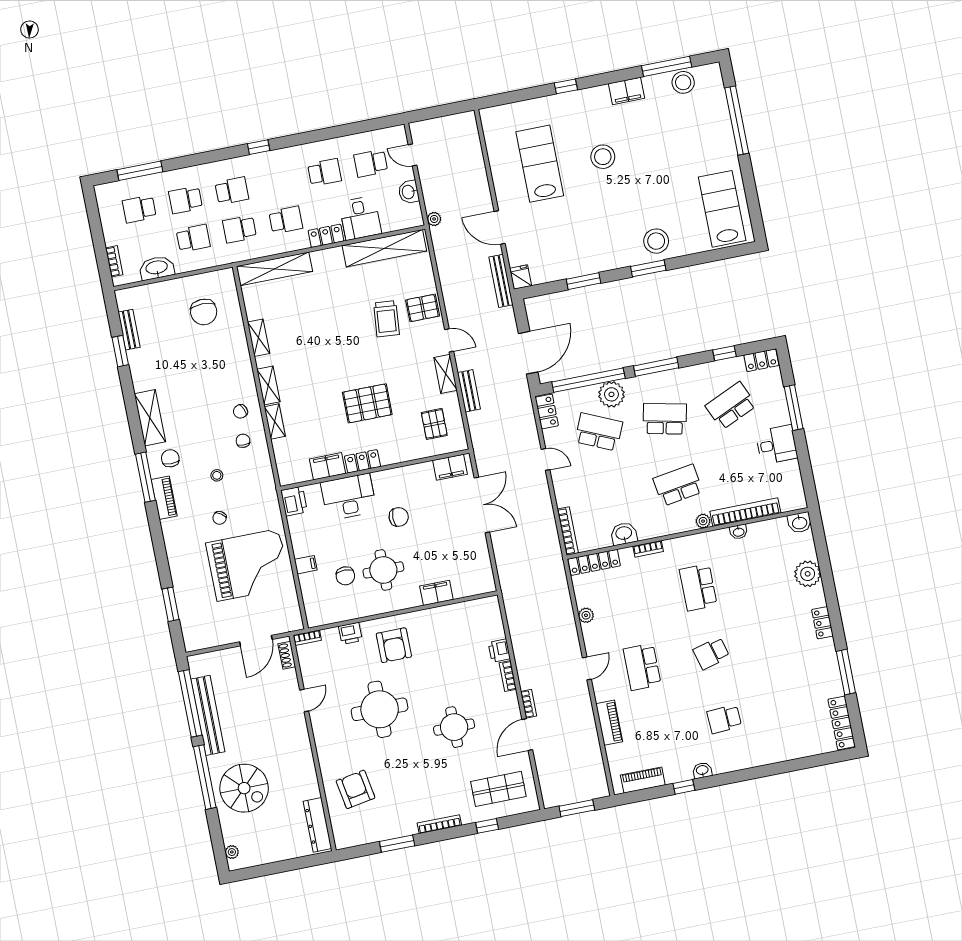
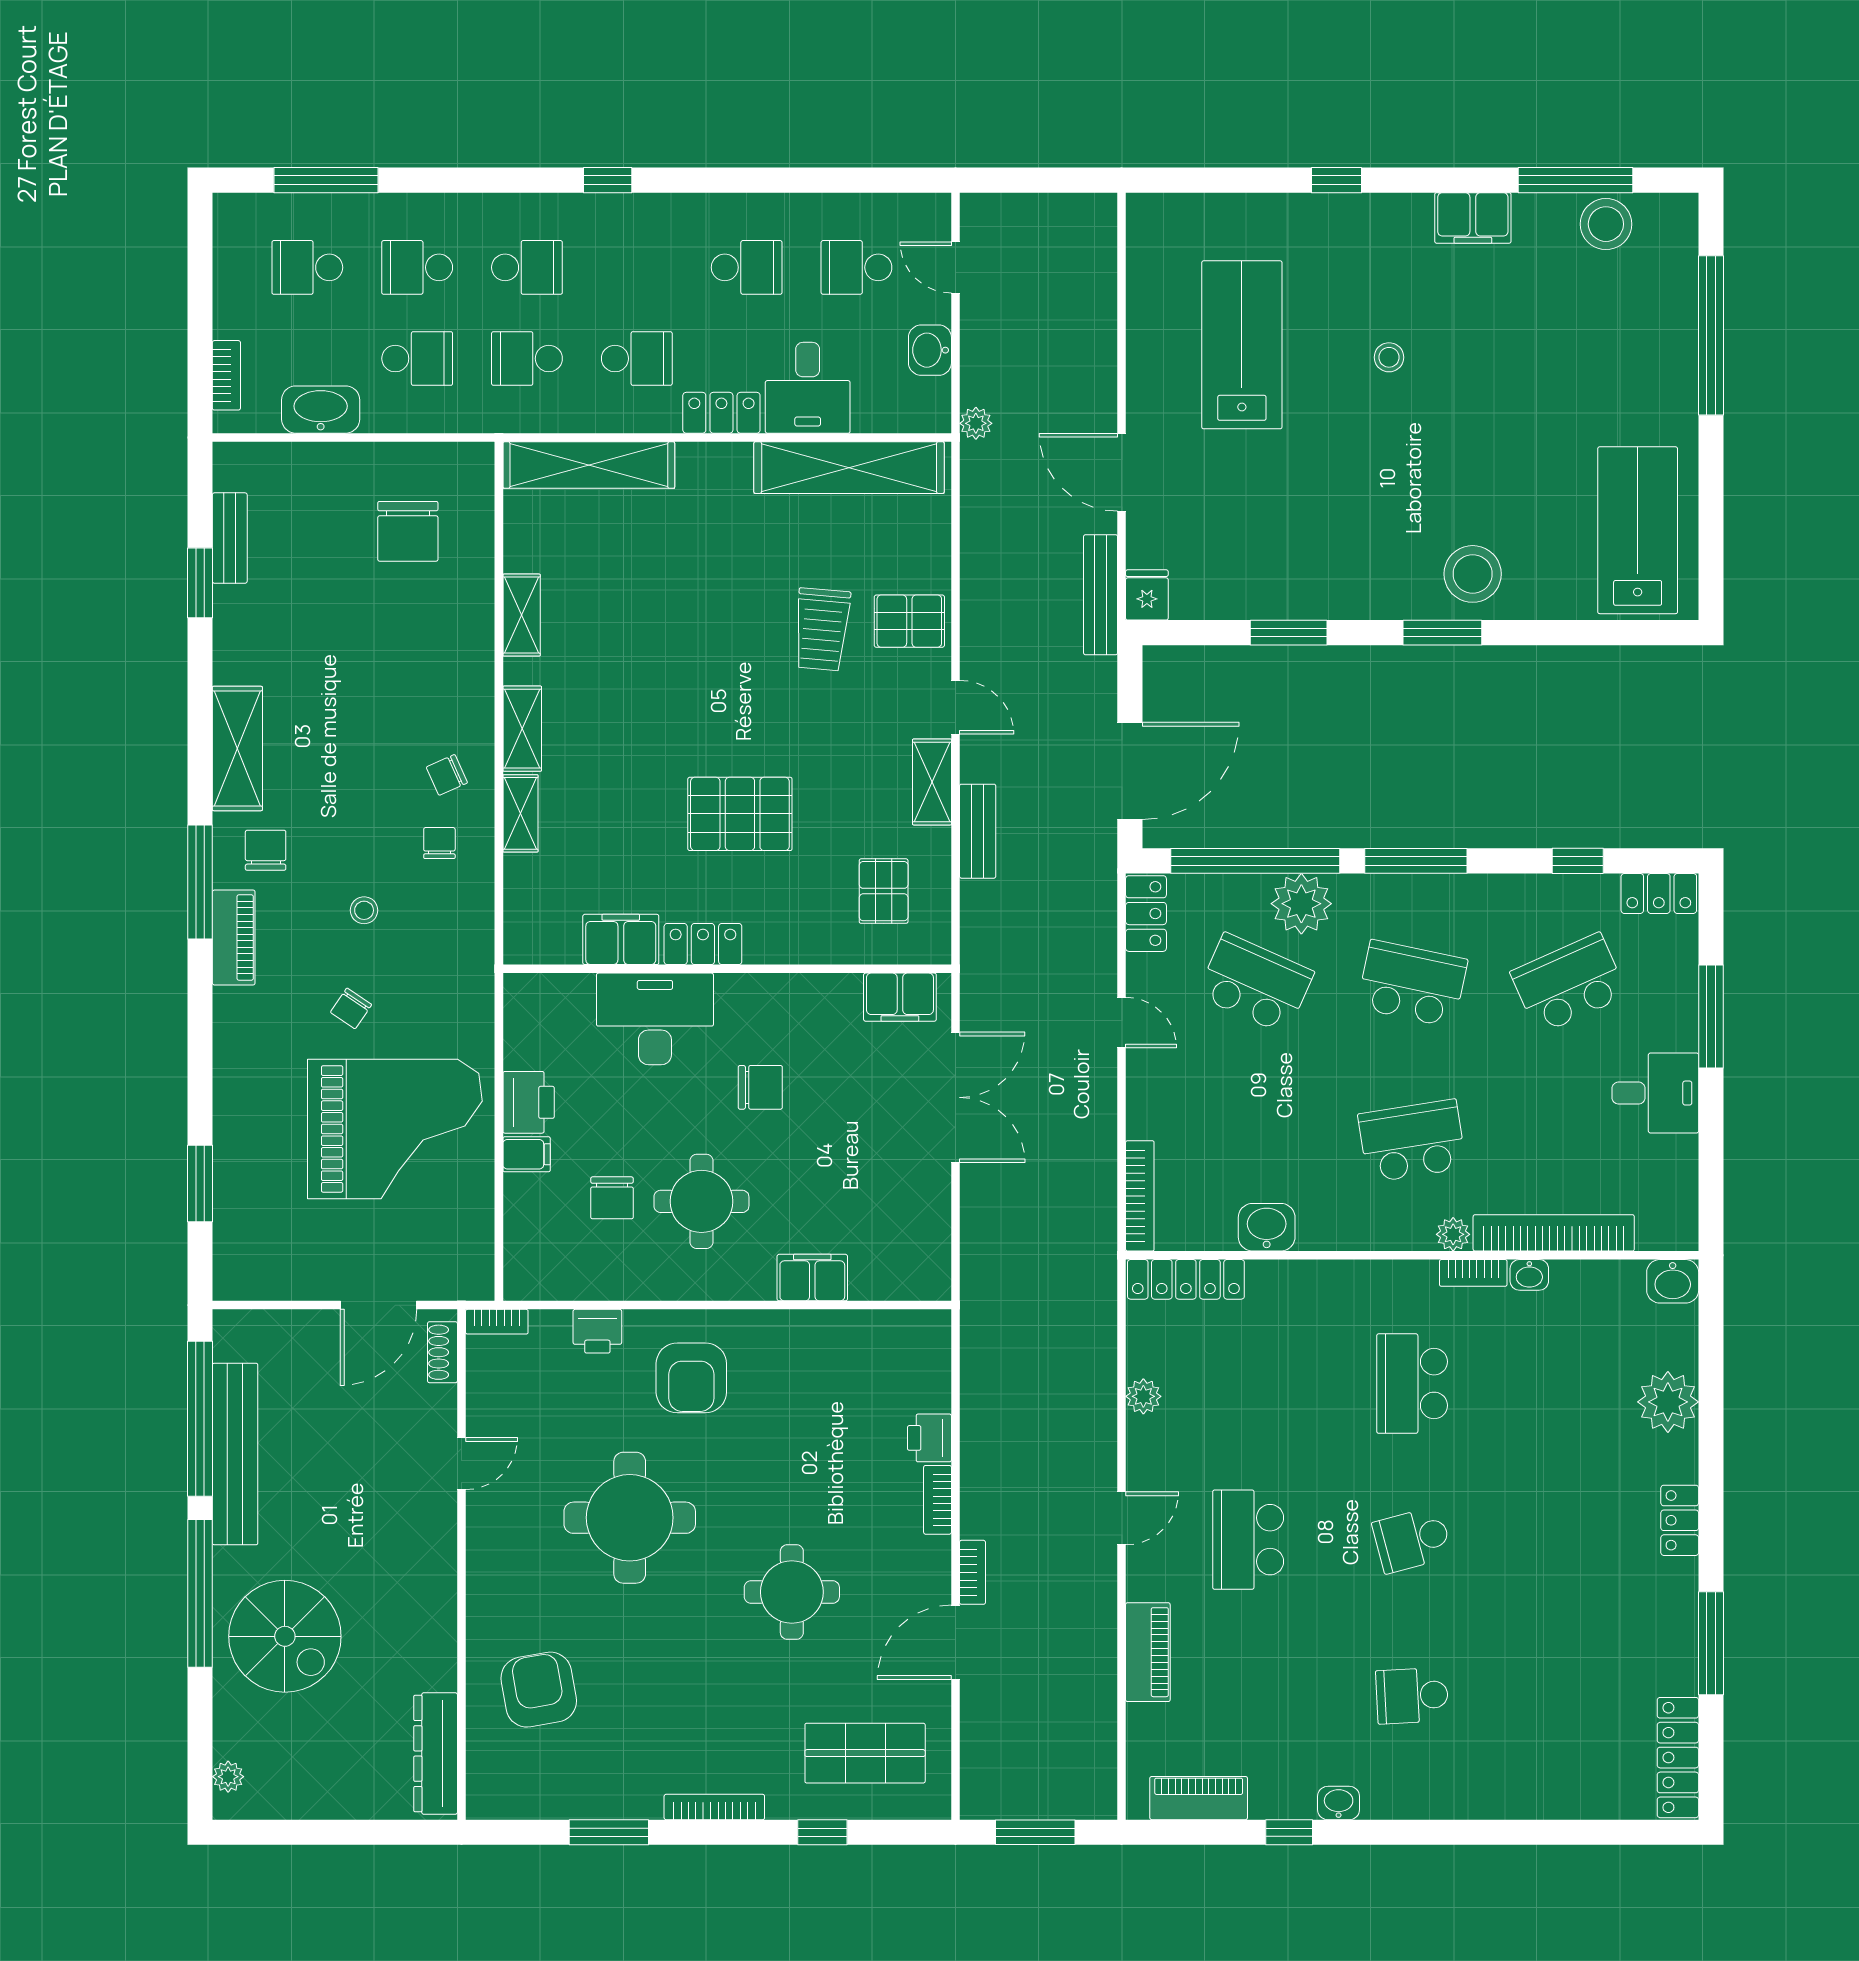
stool: (603, 157) -> (1389, 357), width x0.53, depth x0.53
printer: (294, 501) -> (529, 1102), moved
bookcase: (648, 549) -> (1473, 1273), moved

